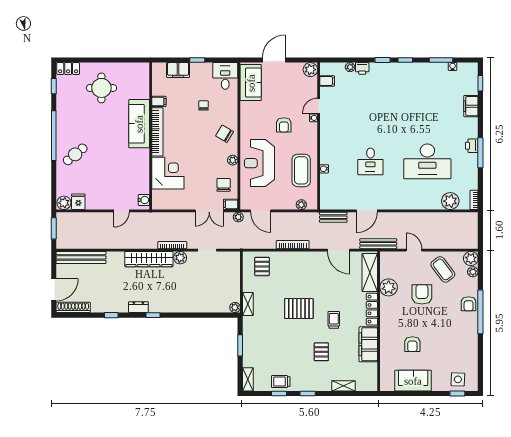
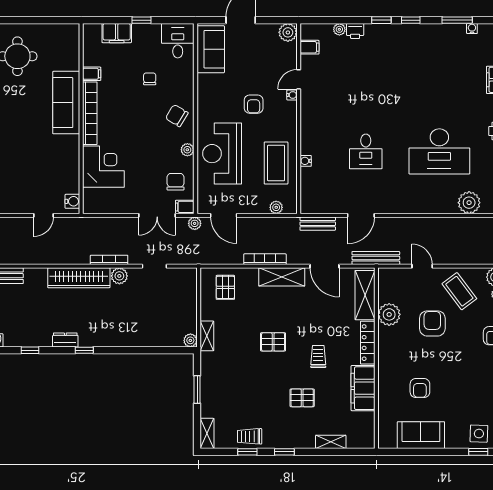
shelving: (306, 258) -> (282, 277), added
pallet: (299, 309) -> (273, 342), width x0.67, depth x0.71
pallet: (321, 352) -> (302, 398), turned 90

